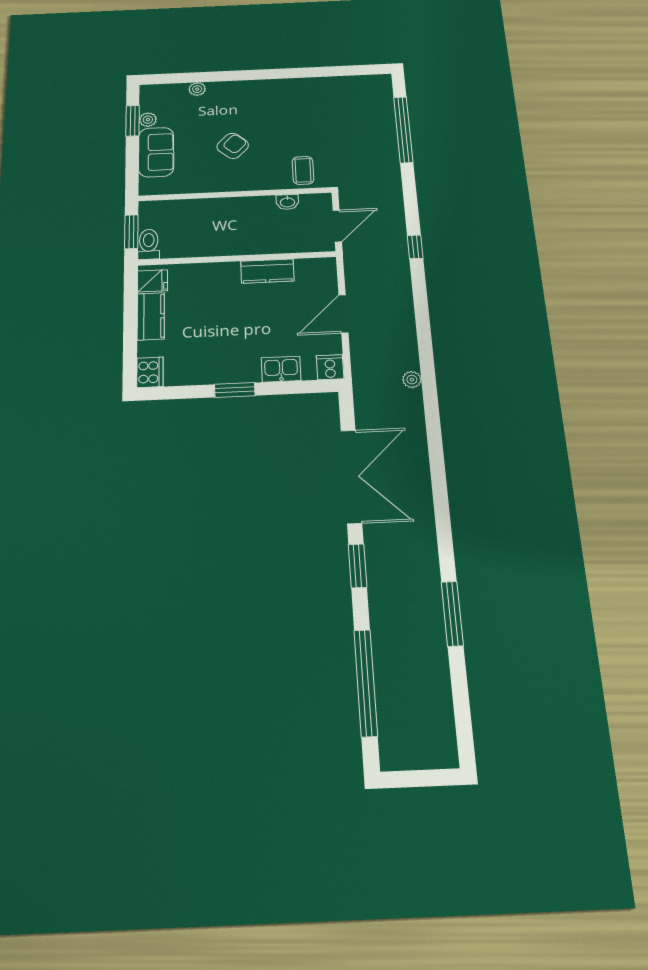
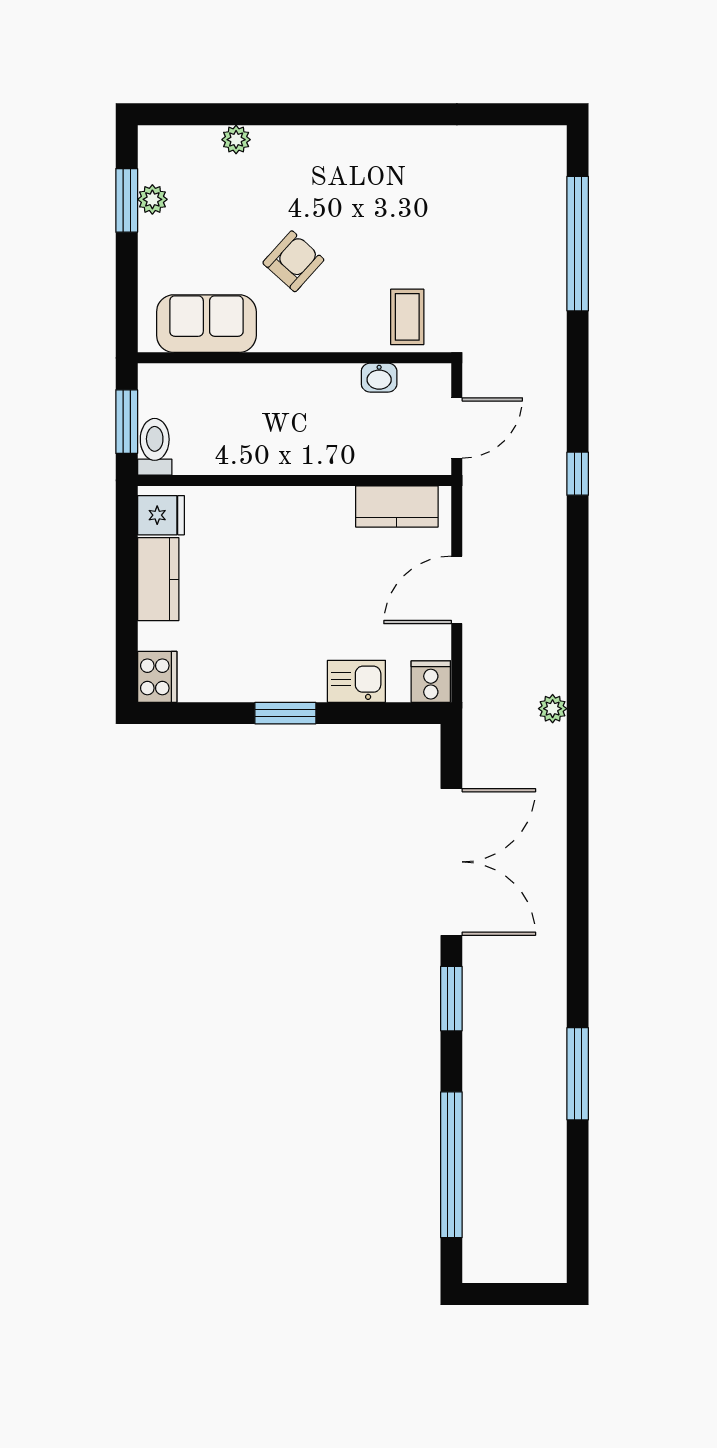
sofa: (156, 152) -> (206, 324), moved, turned -90
kitchen counter: (267, 271) -> (397, 506), moved

